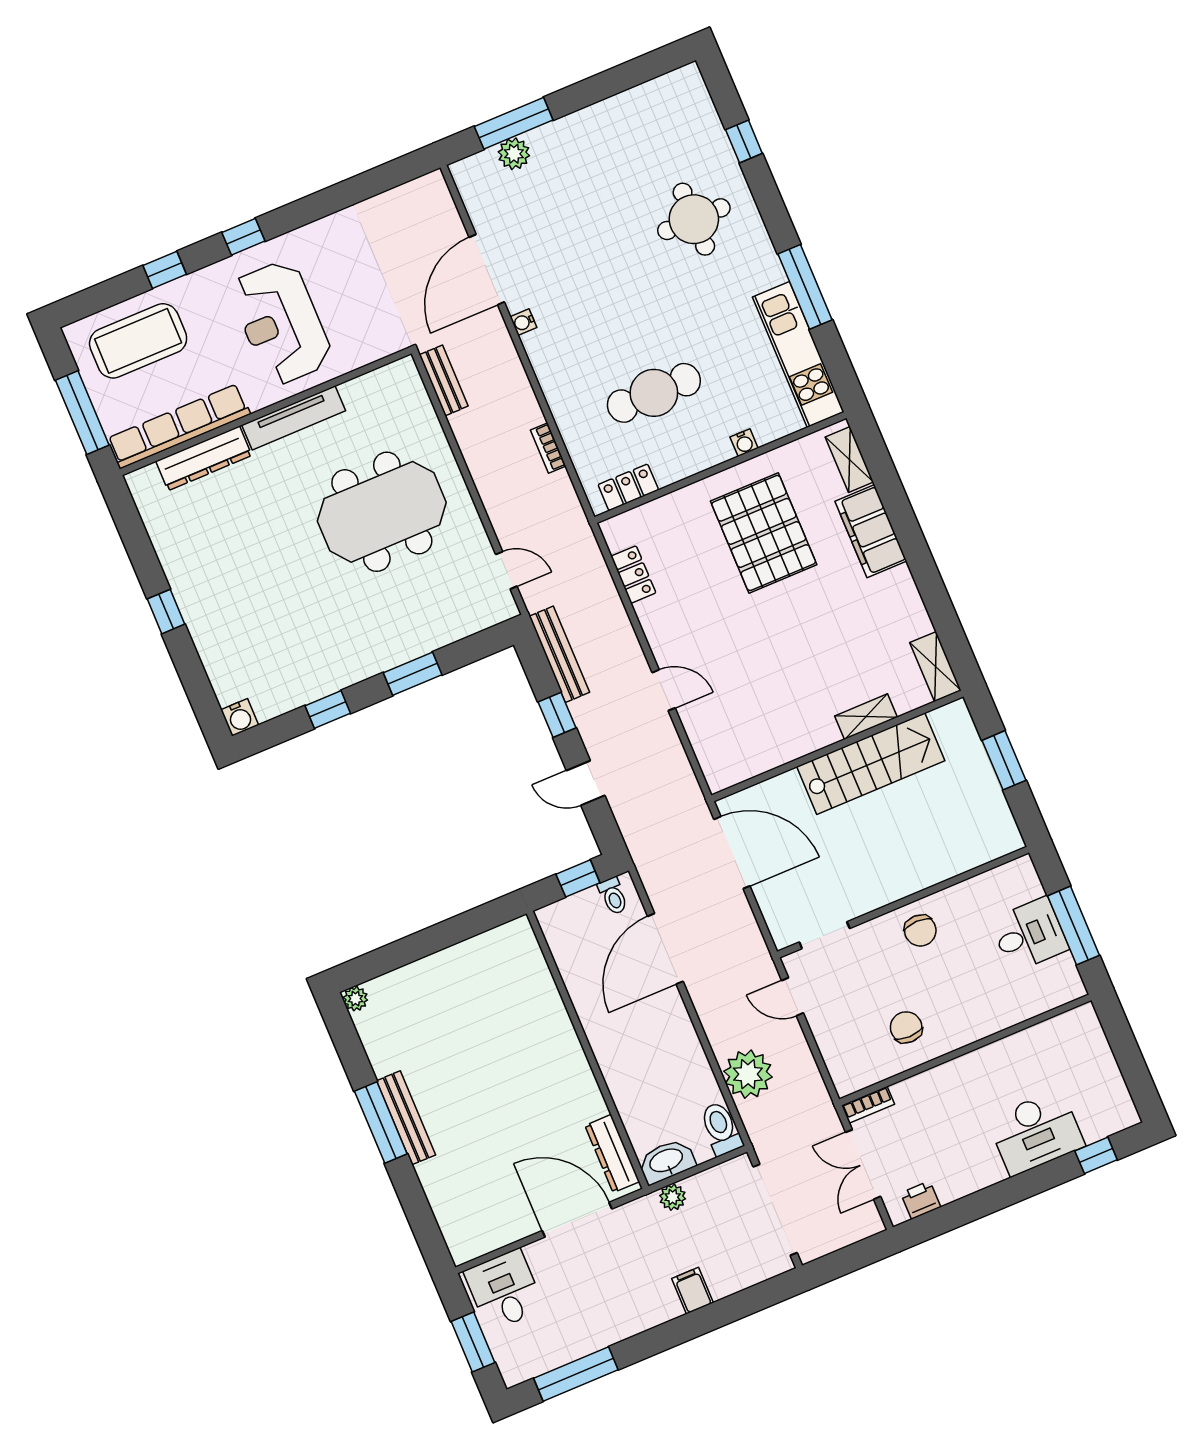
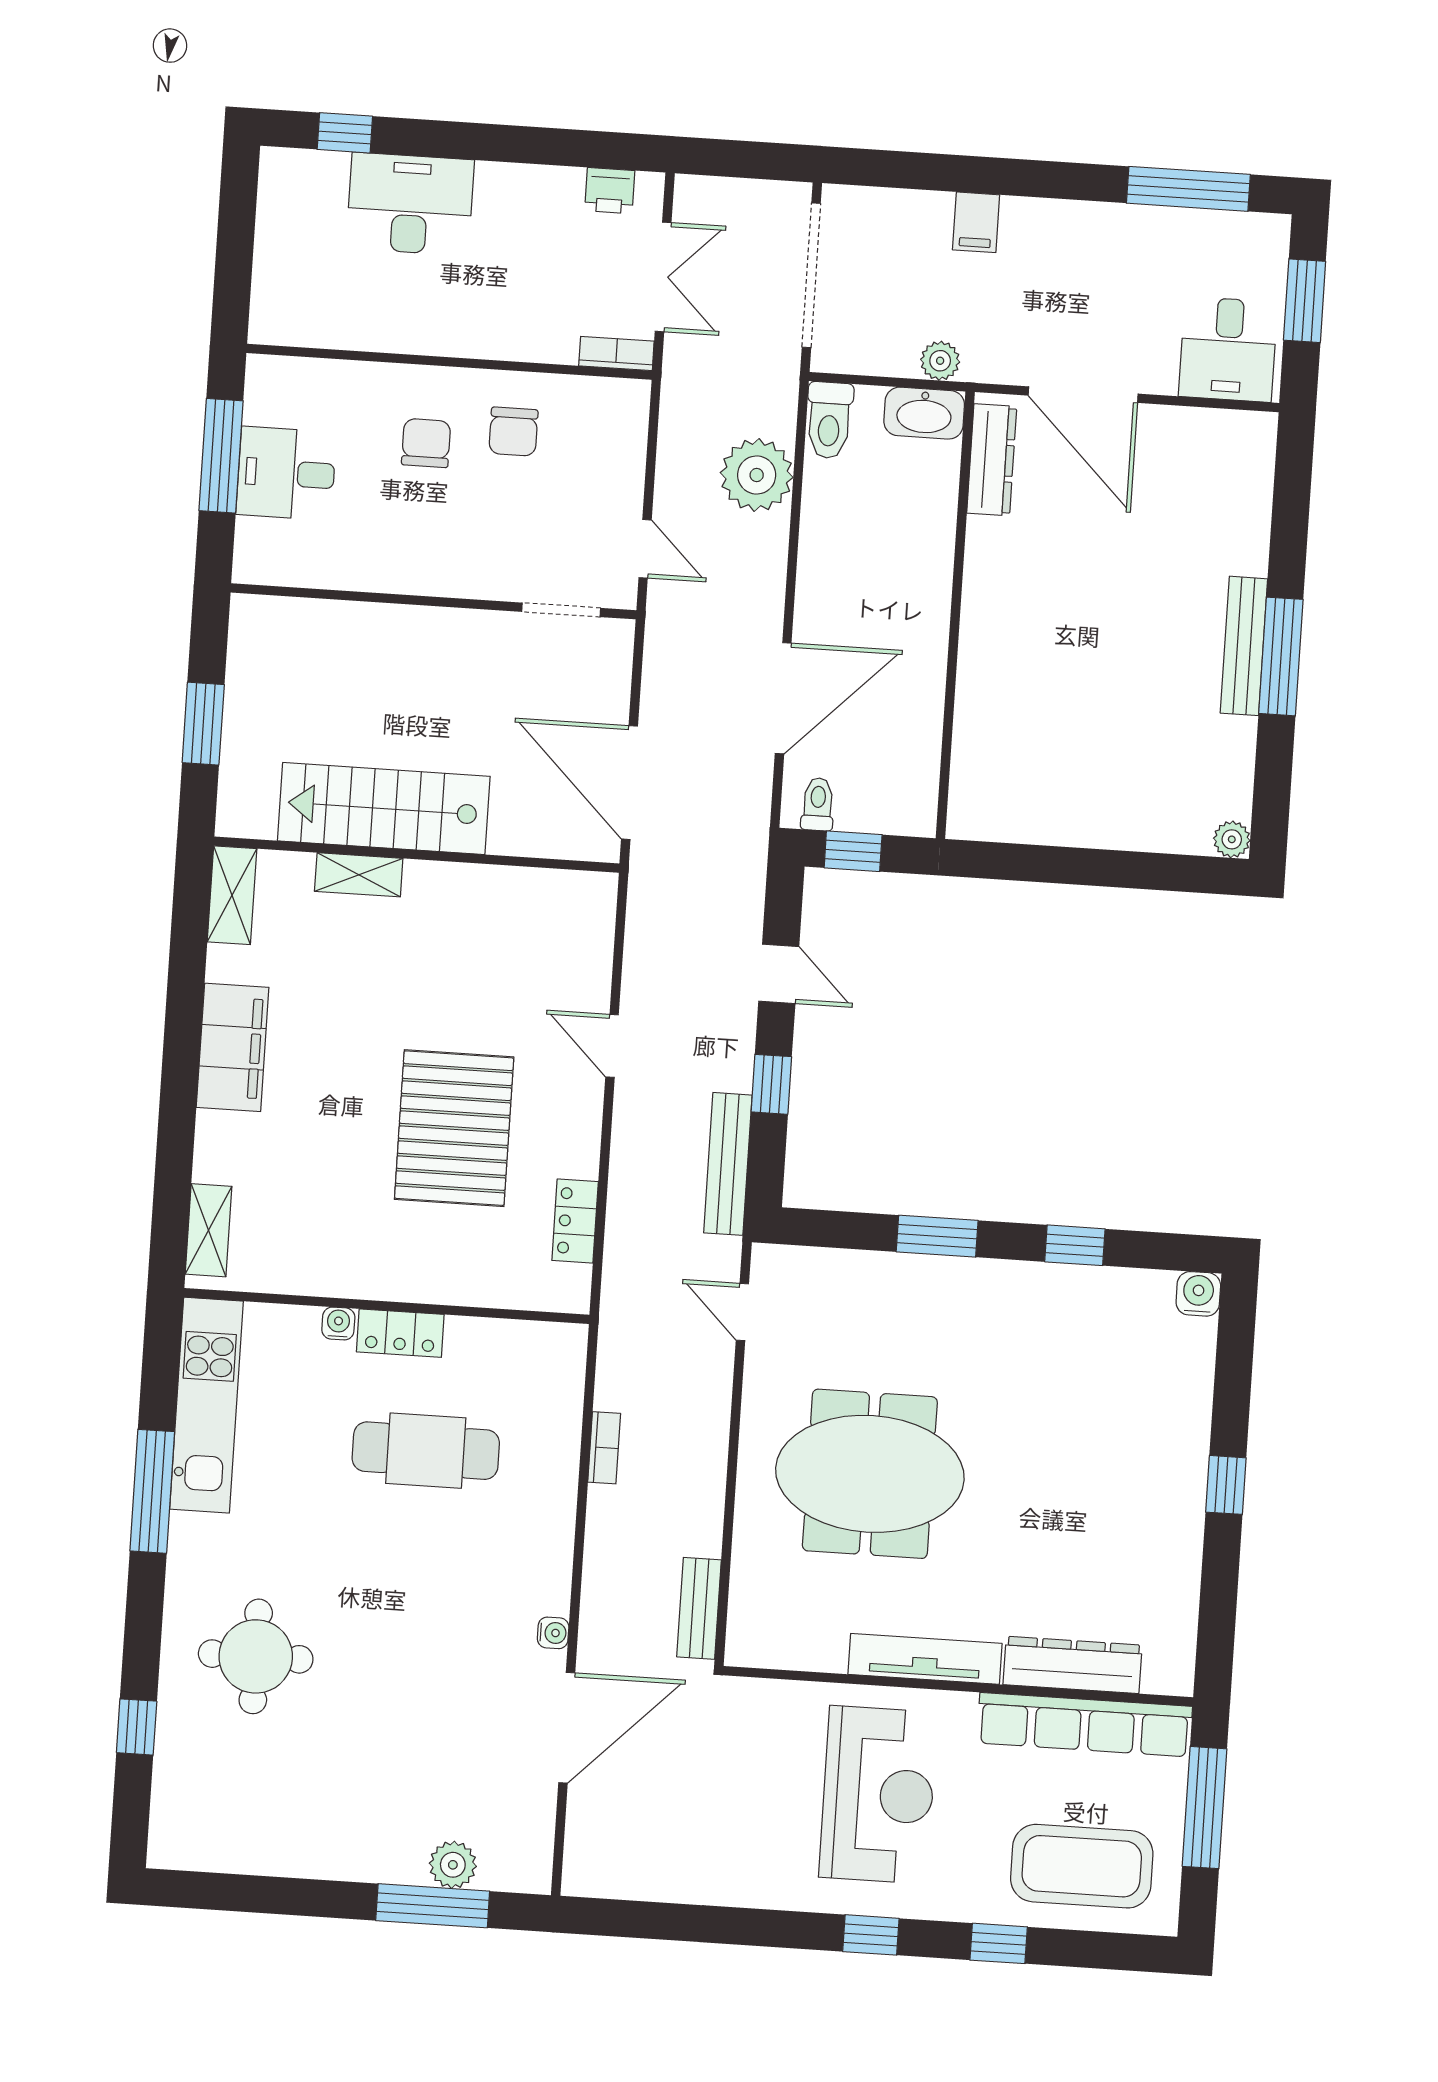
locker: (628, 487) -> (400, 1333), moved
filing cabinet: (871, 531) -> (233, 1047), moved
pallet: (764, 533) -> (454, 1128), moved
chair: (920, 931) -> (426, 443), moved

